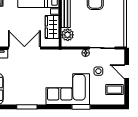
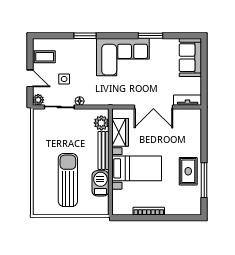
plant: (120, 54) -> (38, 100), added
corner sofa: (68, 89) -> (123, 57), moved

